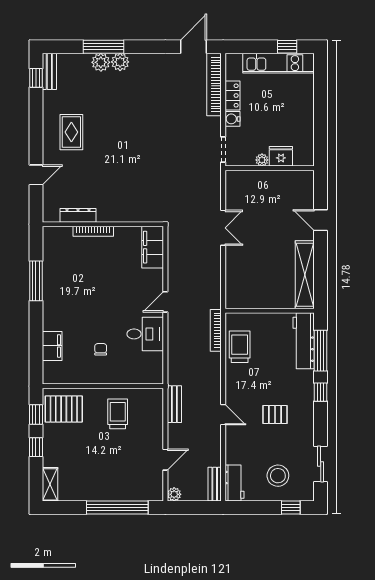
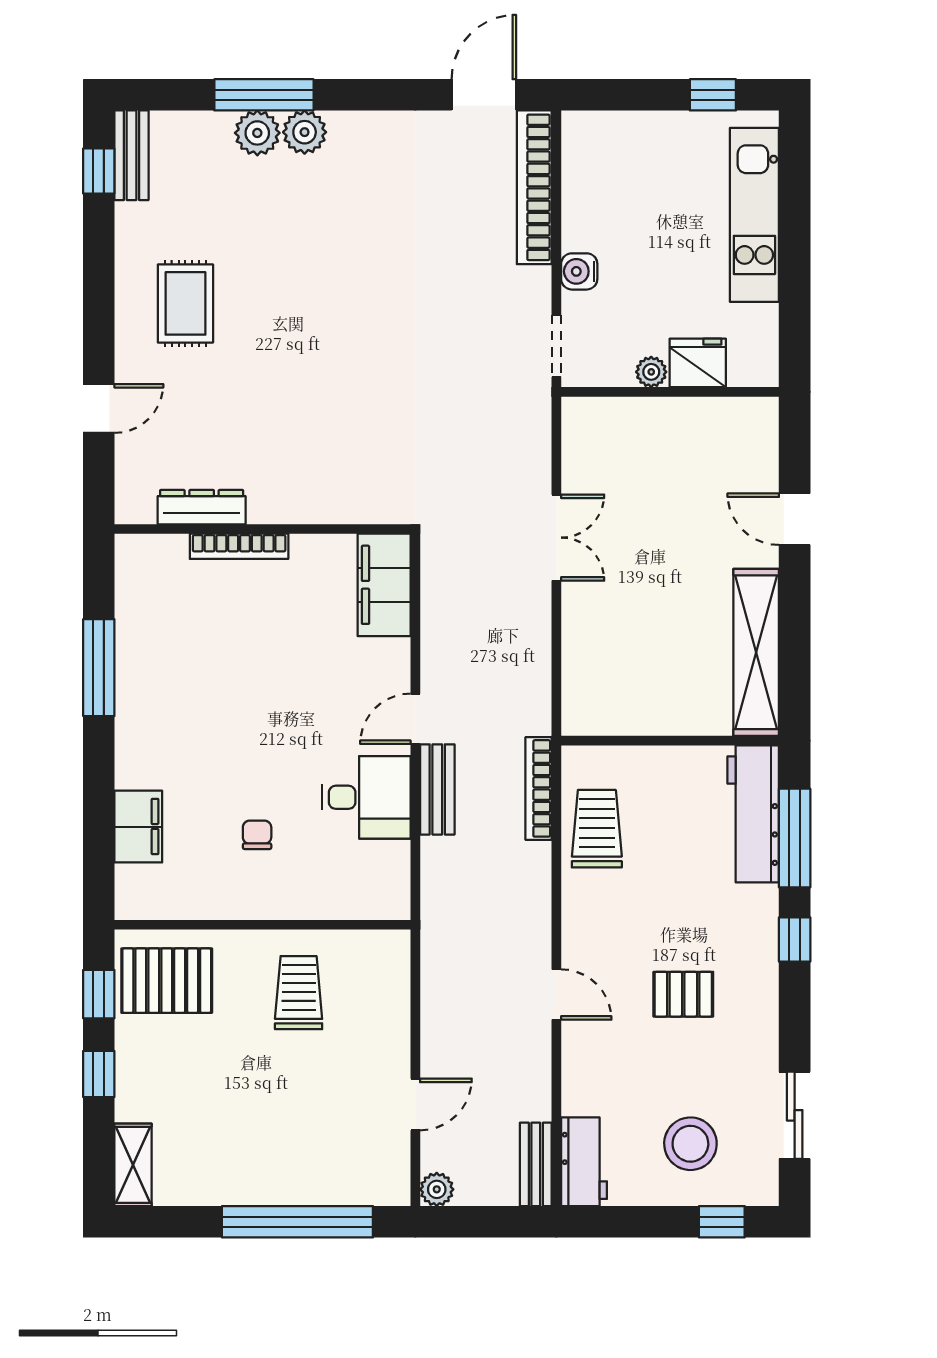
kitchen unit: (279, 63) -> (754, 215), moved, turned 90
locker: (232, 96) -> (579, 214), removed
bench: (174, 404) -> (437, 789), moved

